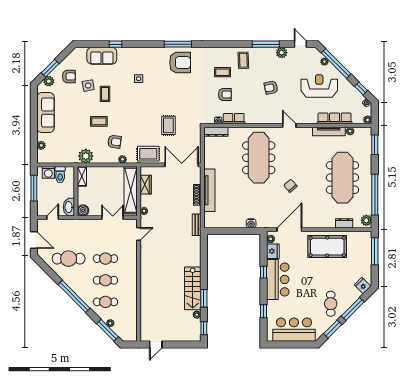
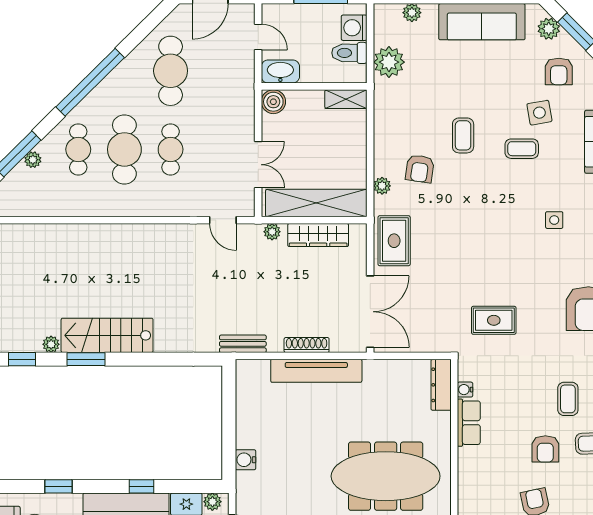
armchair: (225, 95) -> (545, 449), moved
rug: (168, 125) -> (494, 320), moved
plant: (86, 156) -> (389, 62), moved
wardrobe: (146, 185) -> (318, 235), width x1.50
cafe table: (105, 280) -> (124, 149), width x1.37, depth x1.35

